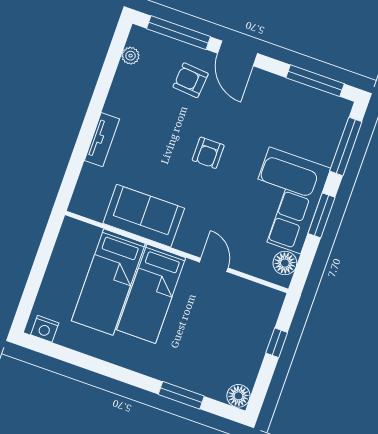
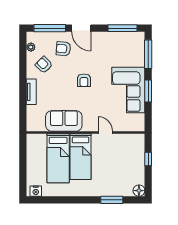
armchair: (143, 97) -> (44, 65), added
floor lamp: (285, 263) -> (139, 120), removed

